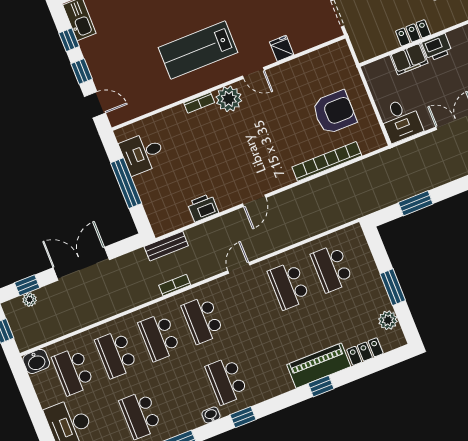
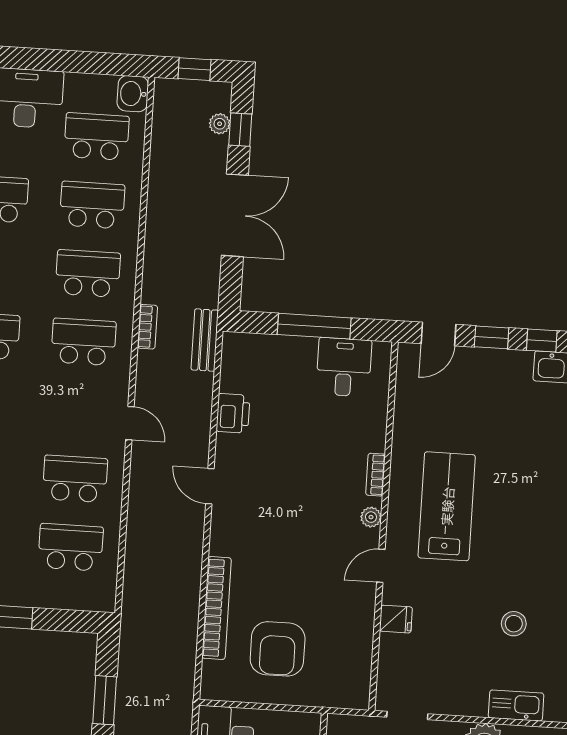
plant: (229, 99) -> (371, 517), width x0.53, depth x0.53

